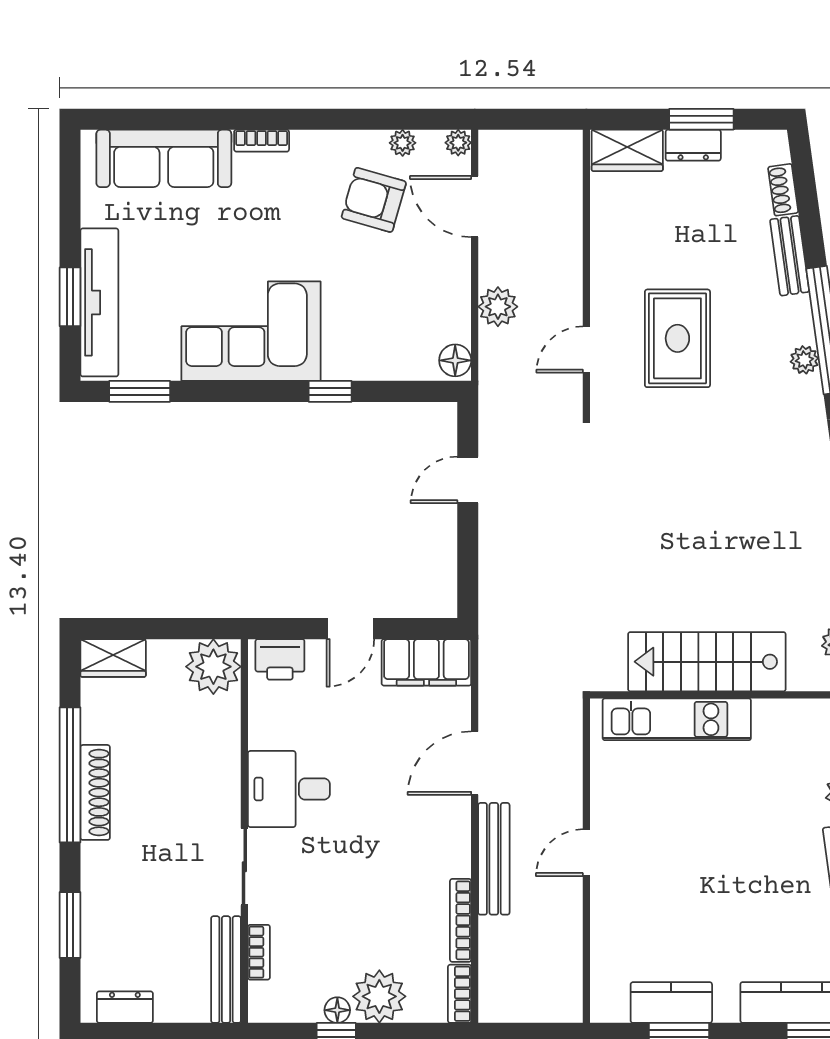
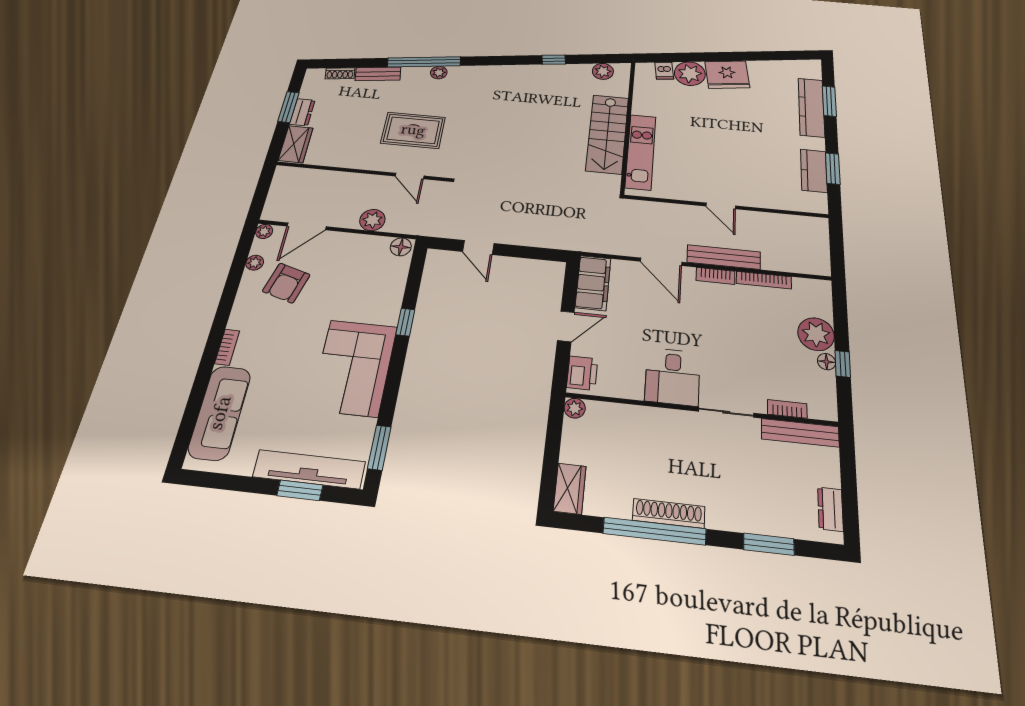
door: (350, 629) -> (566, 326), hinge flipped
plant: (213, 667) -> (575, 408), width x0.53, depth x0.53
bookcase: (460, 994) -> (715, 276), moved

